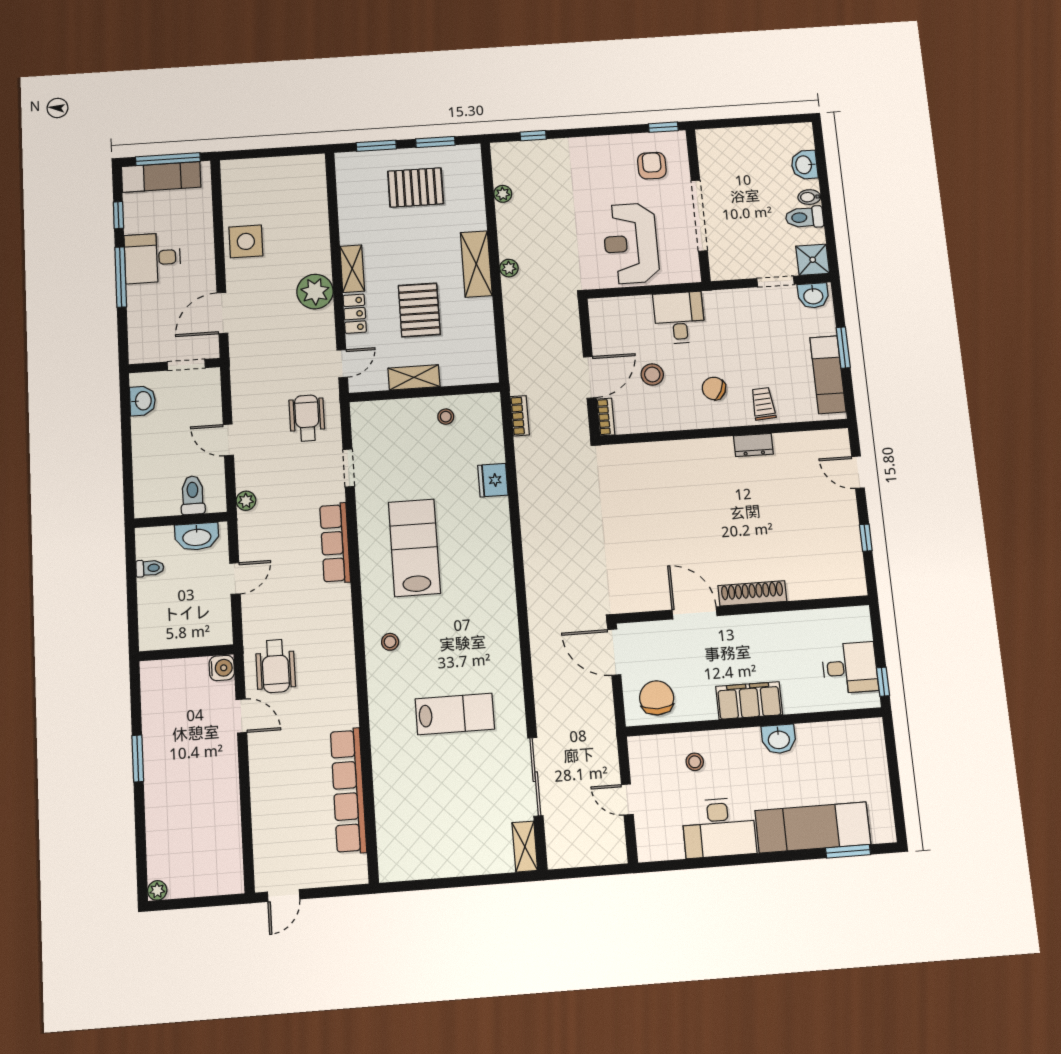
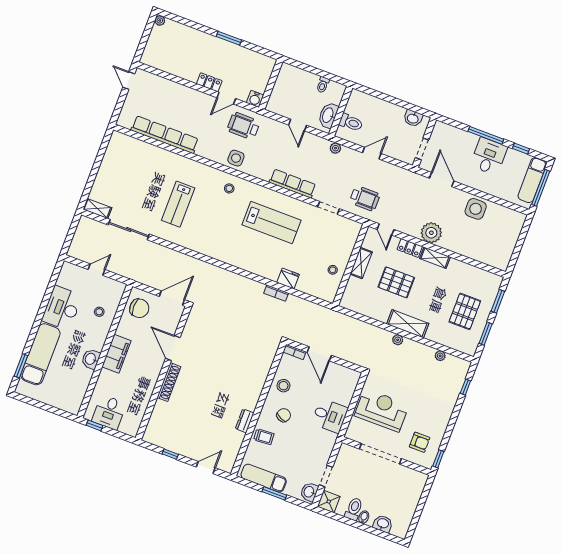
stool: (652, 374) -> (283, 386), moved
bookcase: (520, 416) -> (276, 293), moved
door: (694, 613) -> (173, 348), swing flipped
side table: (335, 654) -> (236, 158), added
locker: (227, 757) -> (209, 82), added

